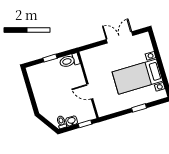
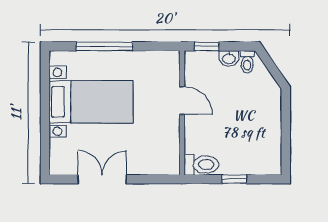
double door: (120, 37) -> (102, 179), swing flipped
window: (139, 108) -> (105, 46), width x2.17

